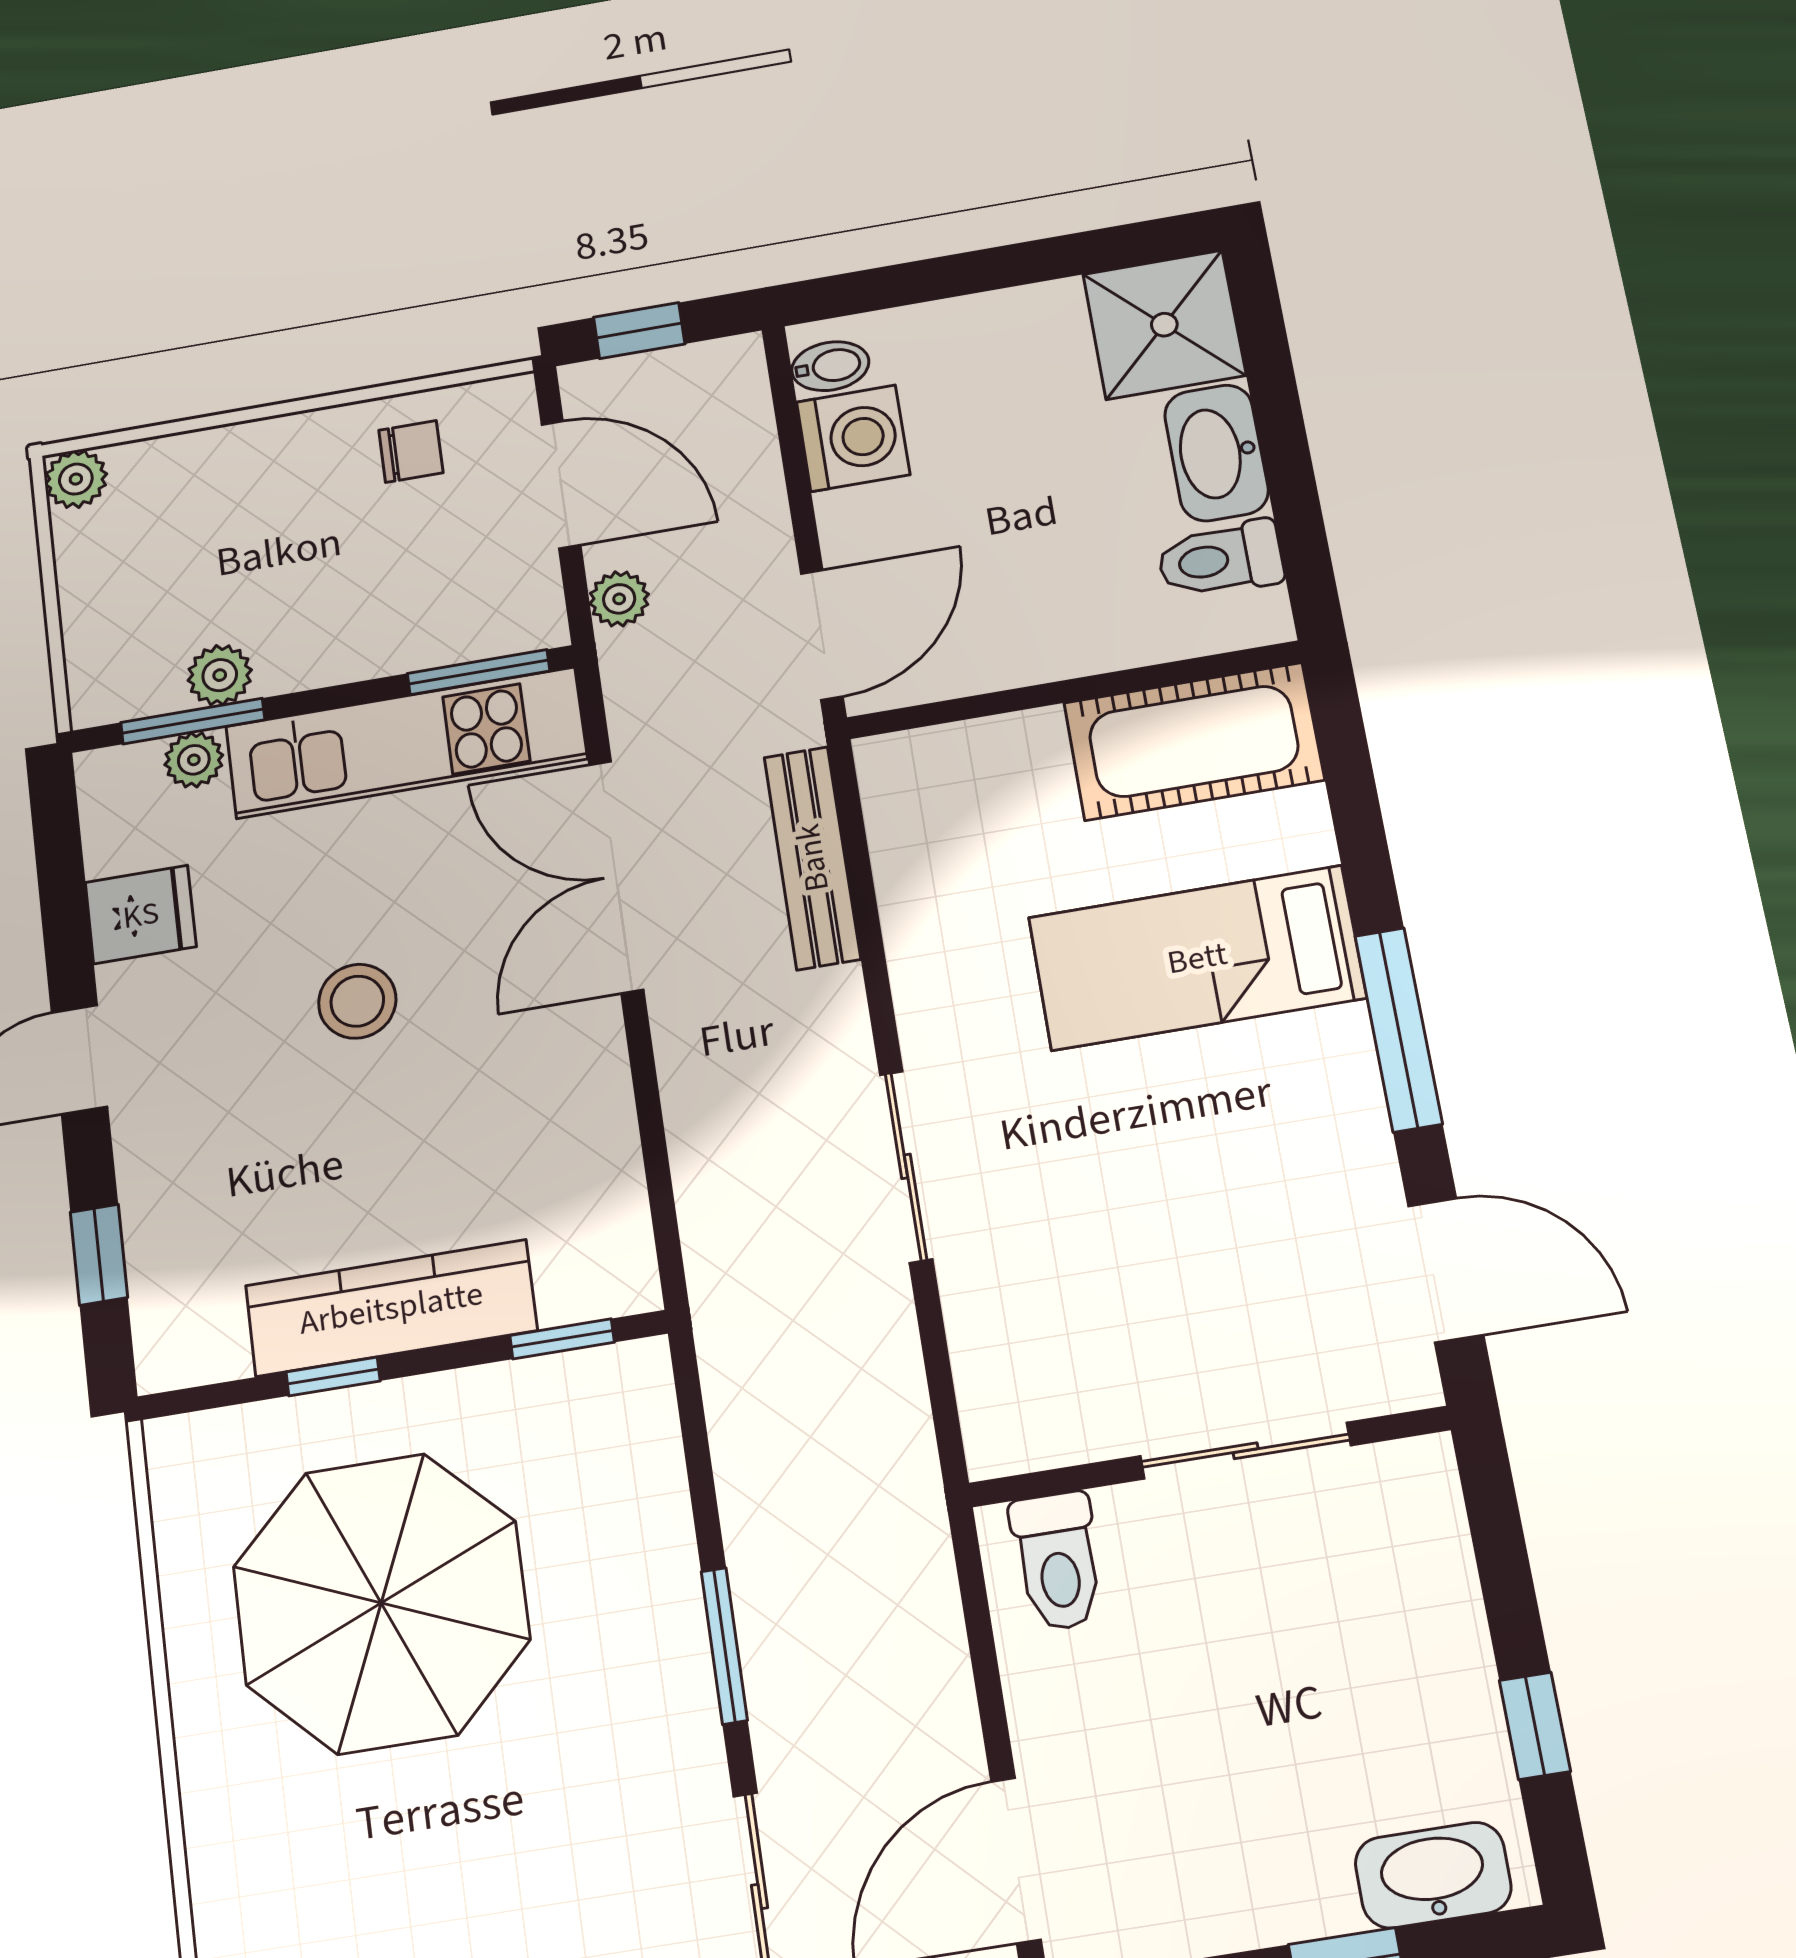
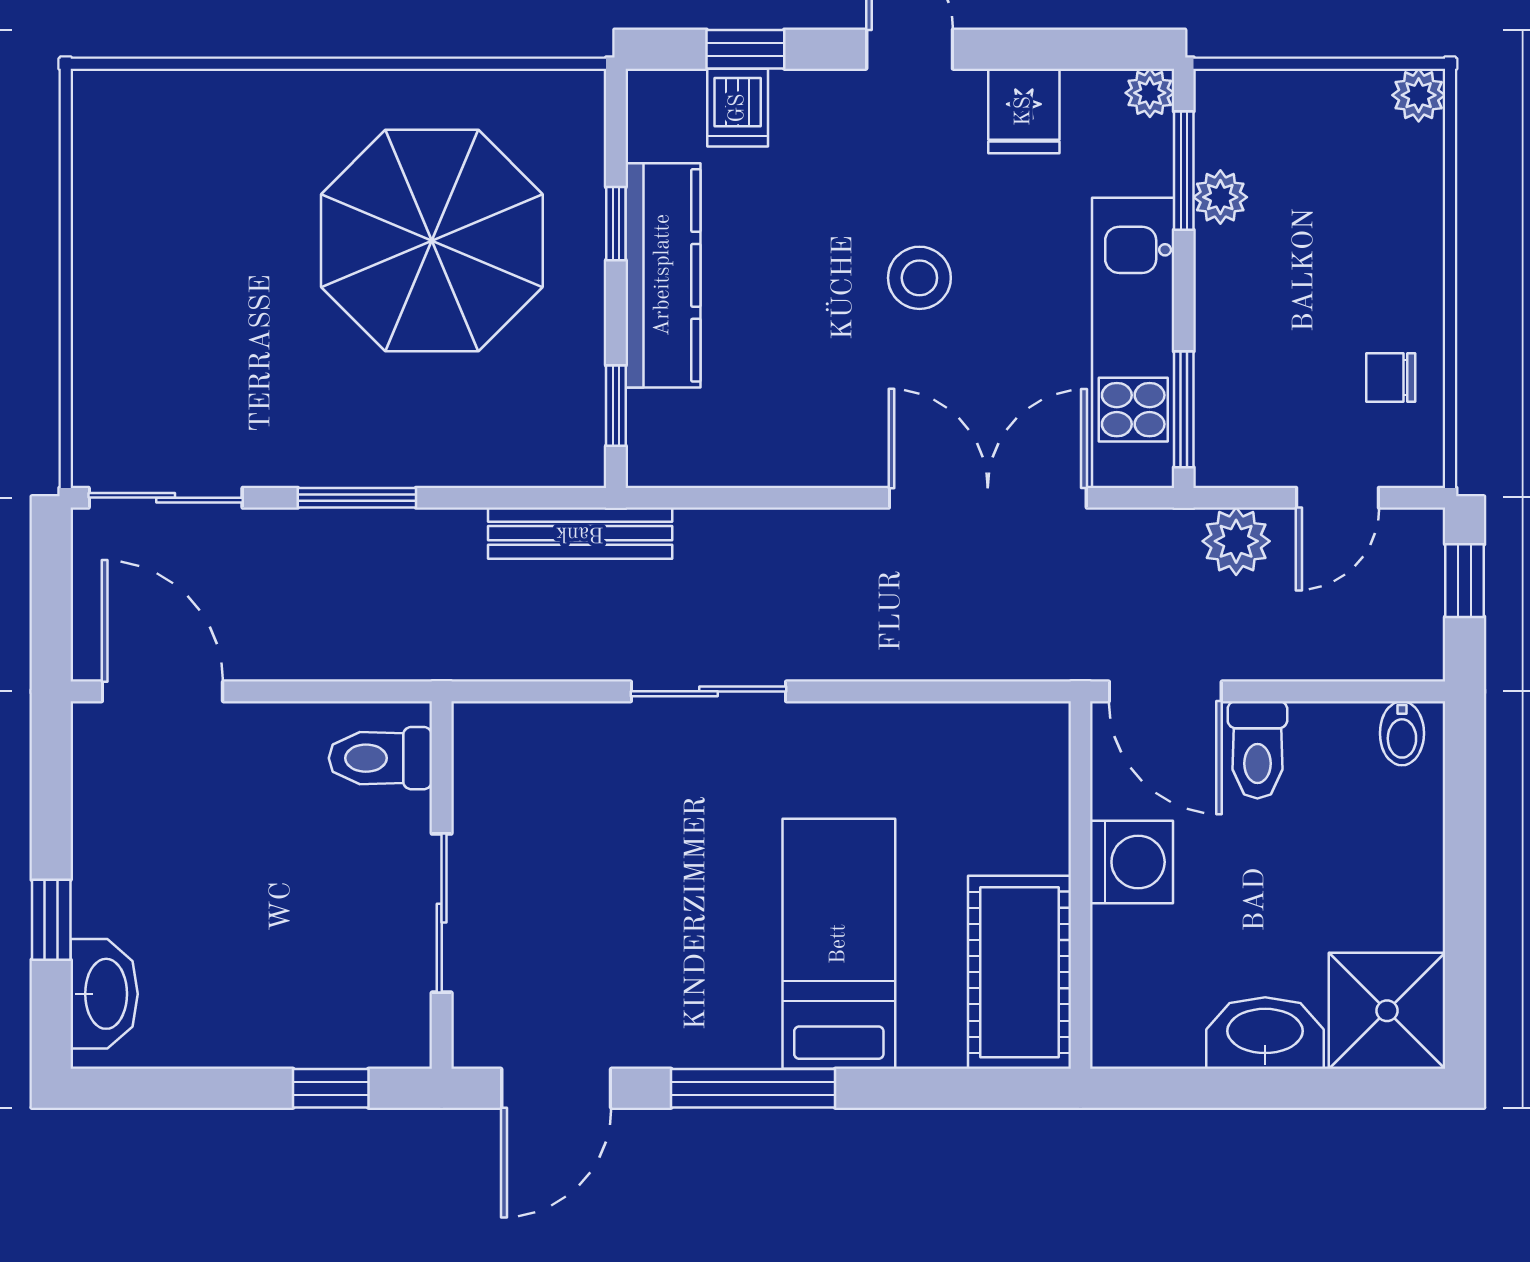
washing machine: (853, 438) -> (1131, 862), moved, turned -90
chair: (411, 451) -> (1391, 378), turned 90
door: (561, 484) -> (1338, 498), width x0.73
toilet: (1220, 559) -> (1257, 750), moved, turned 180
plant: (619, 599) -> (1236, 541), width x1.38, depth x1.38
plant: (194, 760) -> (1150, 93), moved
bench: (812, 858) -> (580, 533), moved
dishwasher: (172, 1252) -> (738, 108), added
window: (1535, 1726) -> (331, 1088), moved

